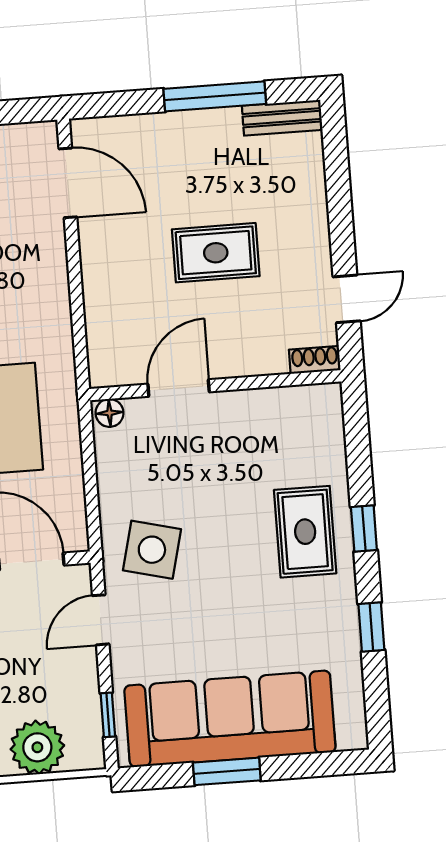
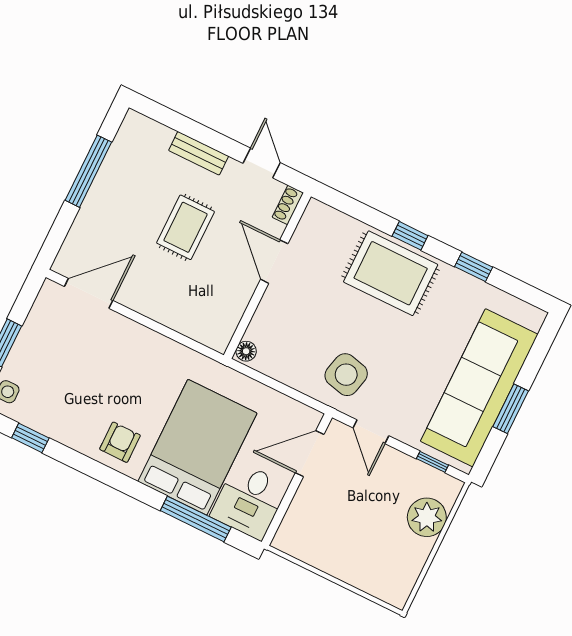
bench: (282, 118) -> (199, 153), moved, turned 90
door: (179, 388) -> (274, 262), moved
rug: (305, 532) -> (391, 273), width x1.36, depth x1.43

